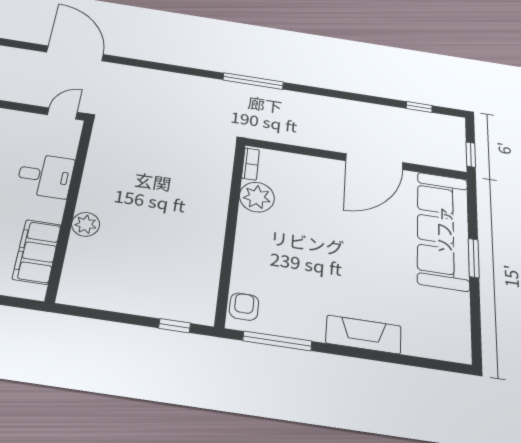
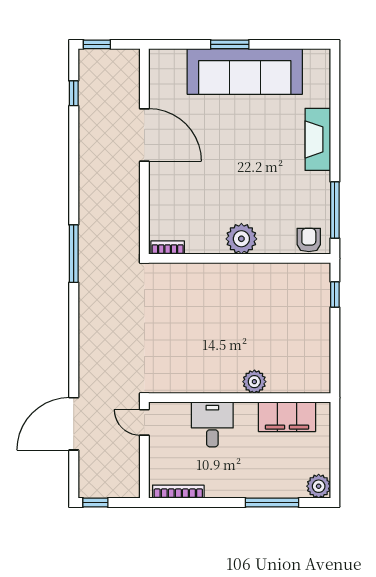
window: (471, 155) -> (97, 44), moved
plant: (257, 197) -> (241, 239), moved
sofa: (443, 230) -> (245, 72), moved
armchair: (244, 307) -> (309, 240), turned 90

